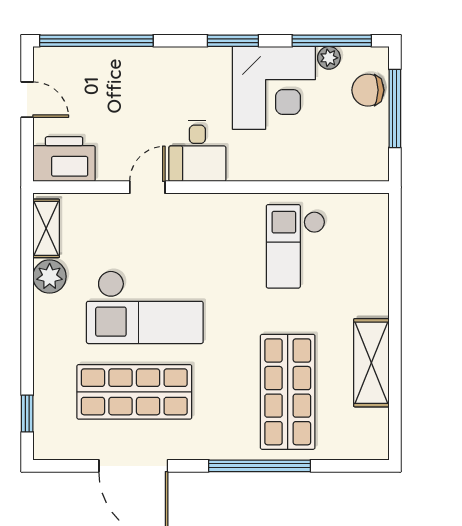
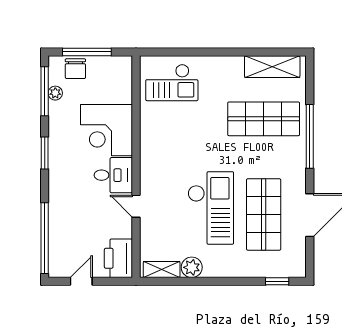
corner desk: (274, 88) -> (107, 130), moved, turned 180
checkout: (296, 246) -> (172, 82), moved
shelving: (371, 363) -> (272, 67), moved

